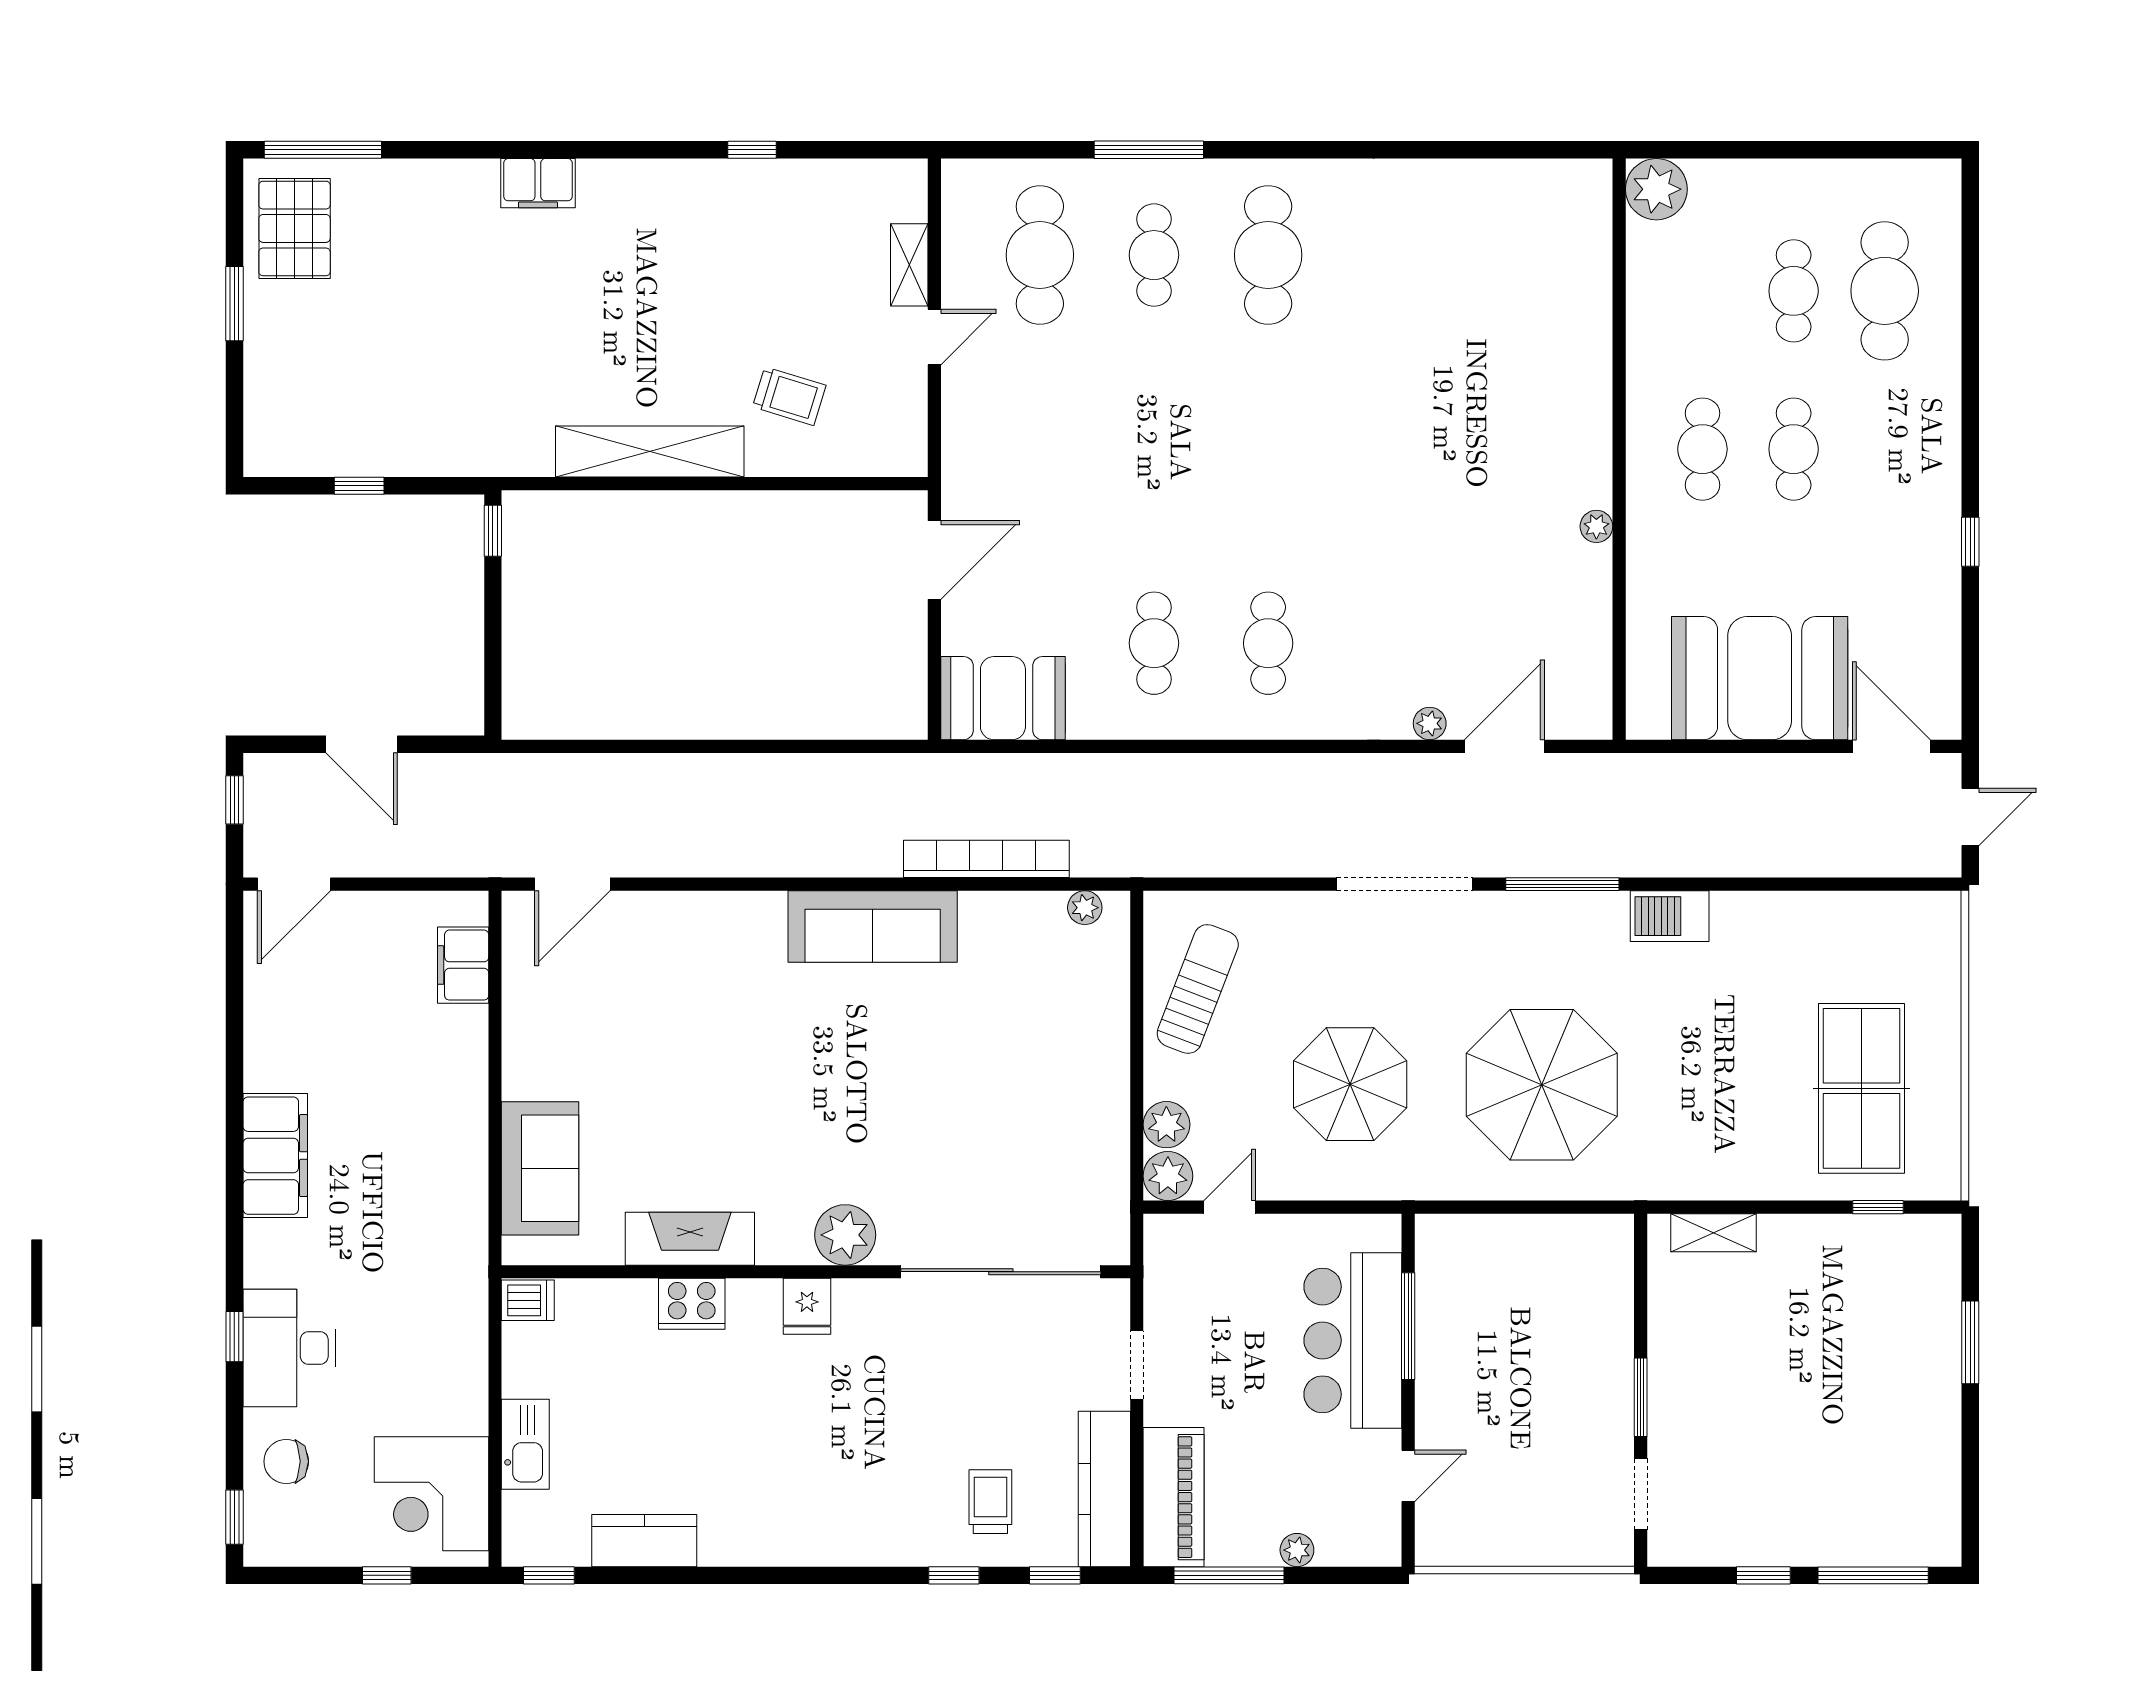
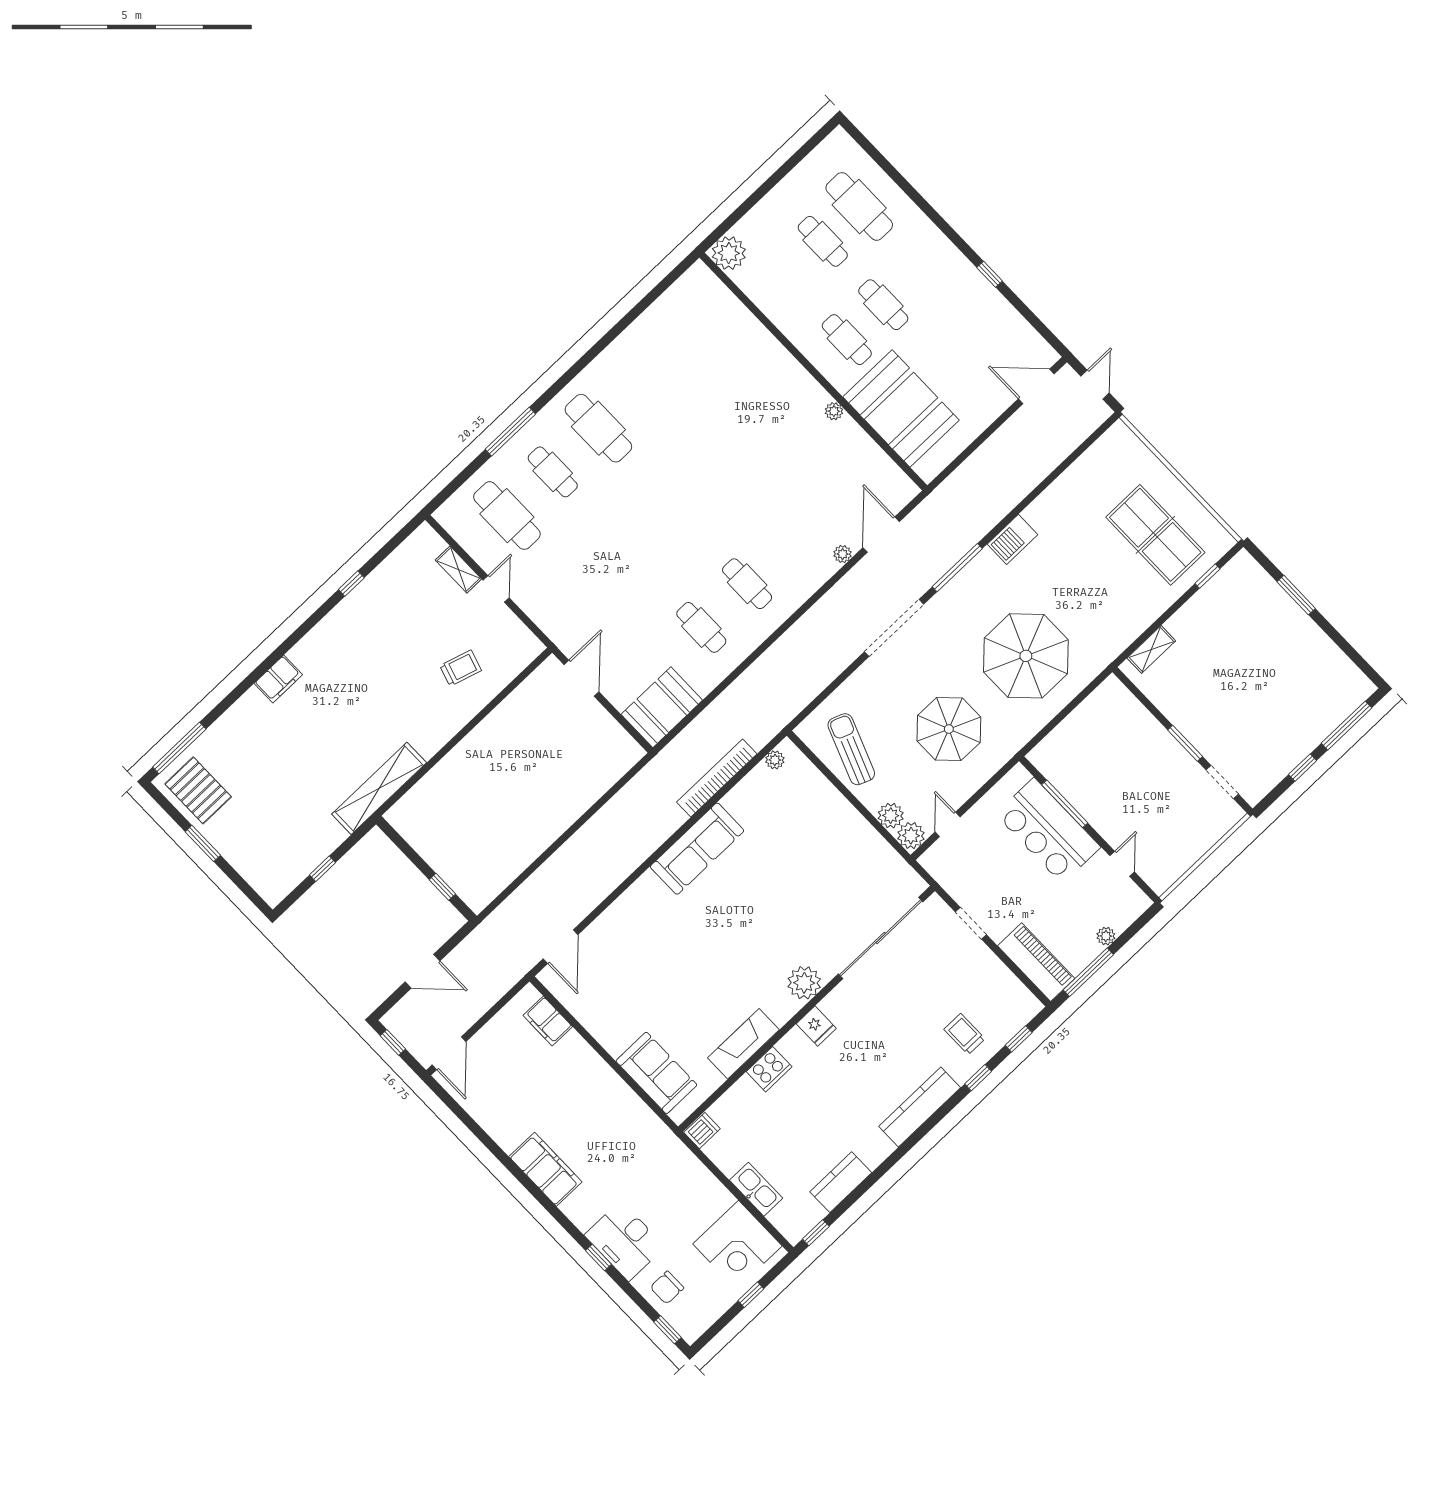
shelving: (650, 451) -> (379, 788), moved
window: (493, 531) -> (442, 887), moved
booth: (1760, 678) -> (901, 408), moved, turned 90
kitchen counter: (1104, 1489) -> (920, 1107), moved, turned 90

